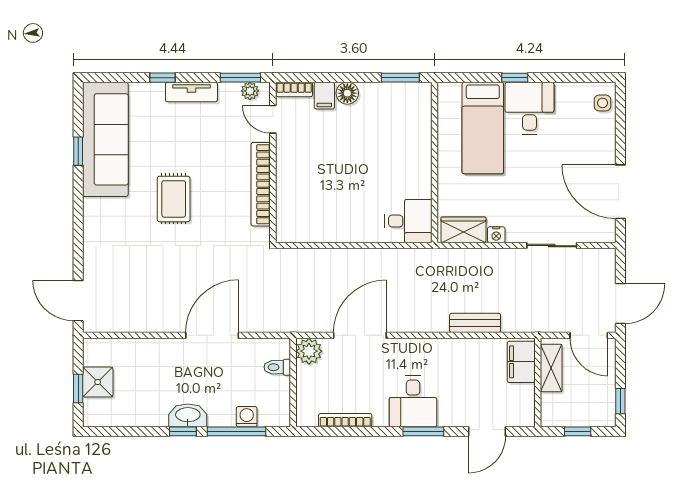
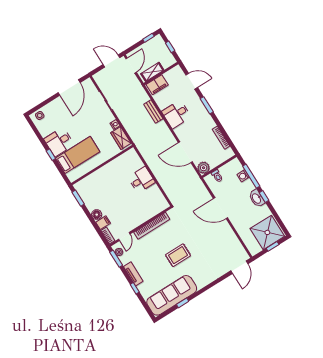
desk: (408, 221) -> (142, 180), moved, turned 90
shower: (98, 382) -> (267, 232), width x1.86, depth x1.86
desk: (413, 401) -> (177, 114), moved, turned 180

